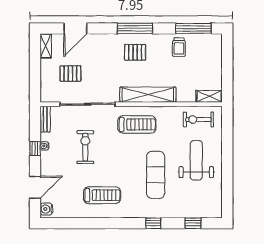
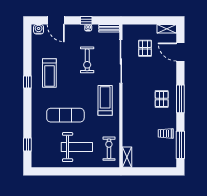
shelving: (148, 95) -> (128, 109), removed
treadmill: (137, 124) -> (105, 100), turned 180
exercise bike: (85, 147) -> (87, 60), turned 90
window: (153, 223) -> (27, 82), moved

